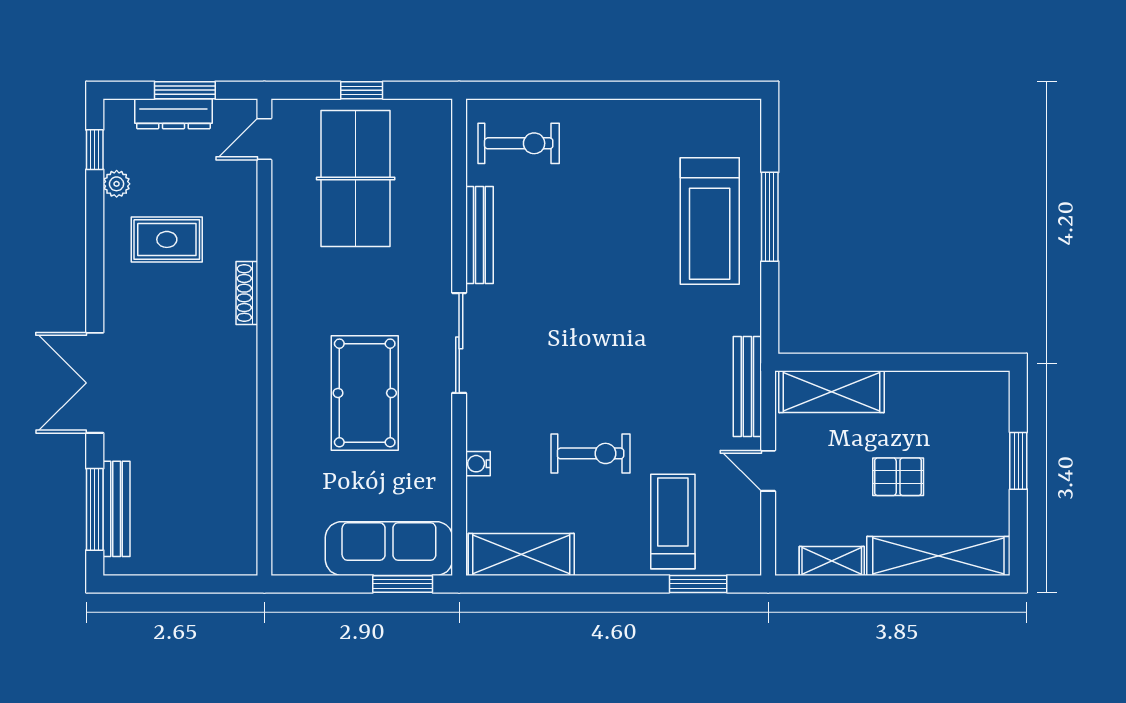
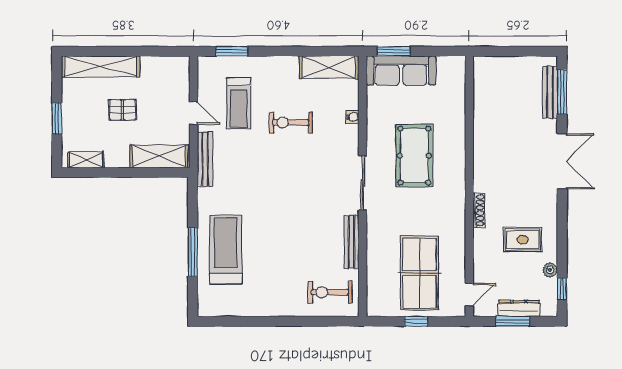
treadmill: (673, 521) -> (239, 103), moved
shelving: (832, 561) -> (86, 160), moved

